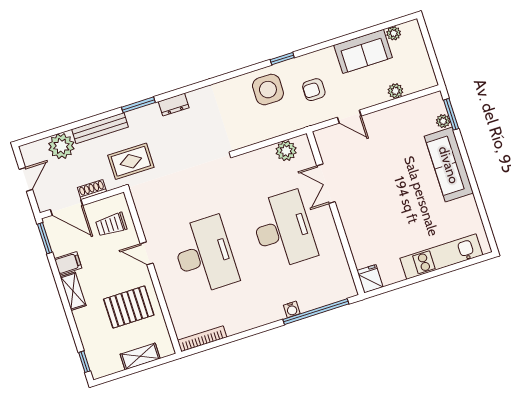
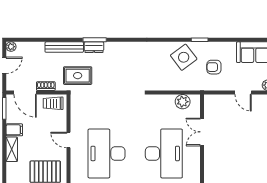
side table: (268, 90) -> (184, 57), turned -37
dresser: (174, 105) -> (94, 47), moved
door: (349, 117) -> (243, 92), moved
plant: (61, 146) -> (11, 47), moved, width x0.53, depth x0.53
trolley: (111, 225) -> (53, 103), moved
desk: (205, 255) -> (107, 153), turned 180

